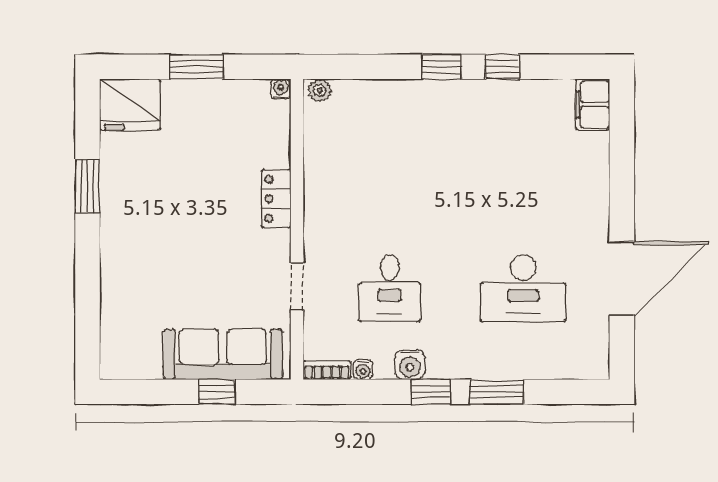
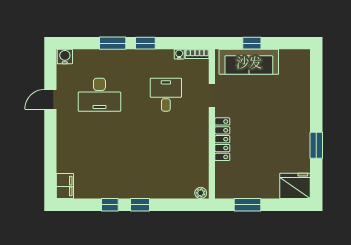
window: (196, 67) -> (247, 205), moved
water cooler: (281, 89) -> (220, 194), removed
locker: (276, 199) -> (222, 139), width x1.53
door: (622, 279) -> (50, 99), width x0.53
desk: (523, 288) -> (99, 95), turned 180
water cooler: (410, 365) -> (65, 57), moved

